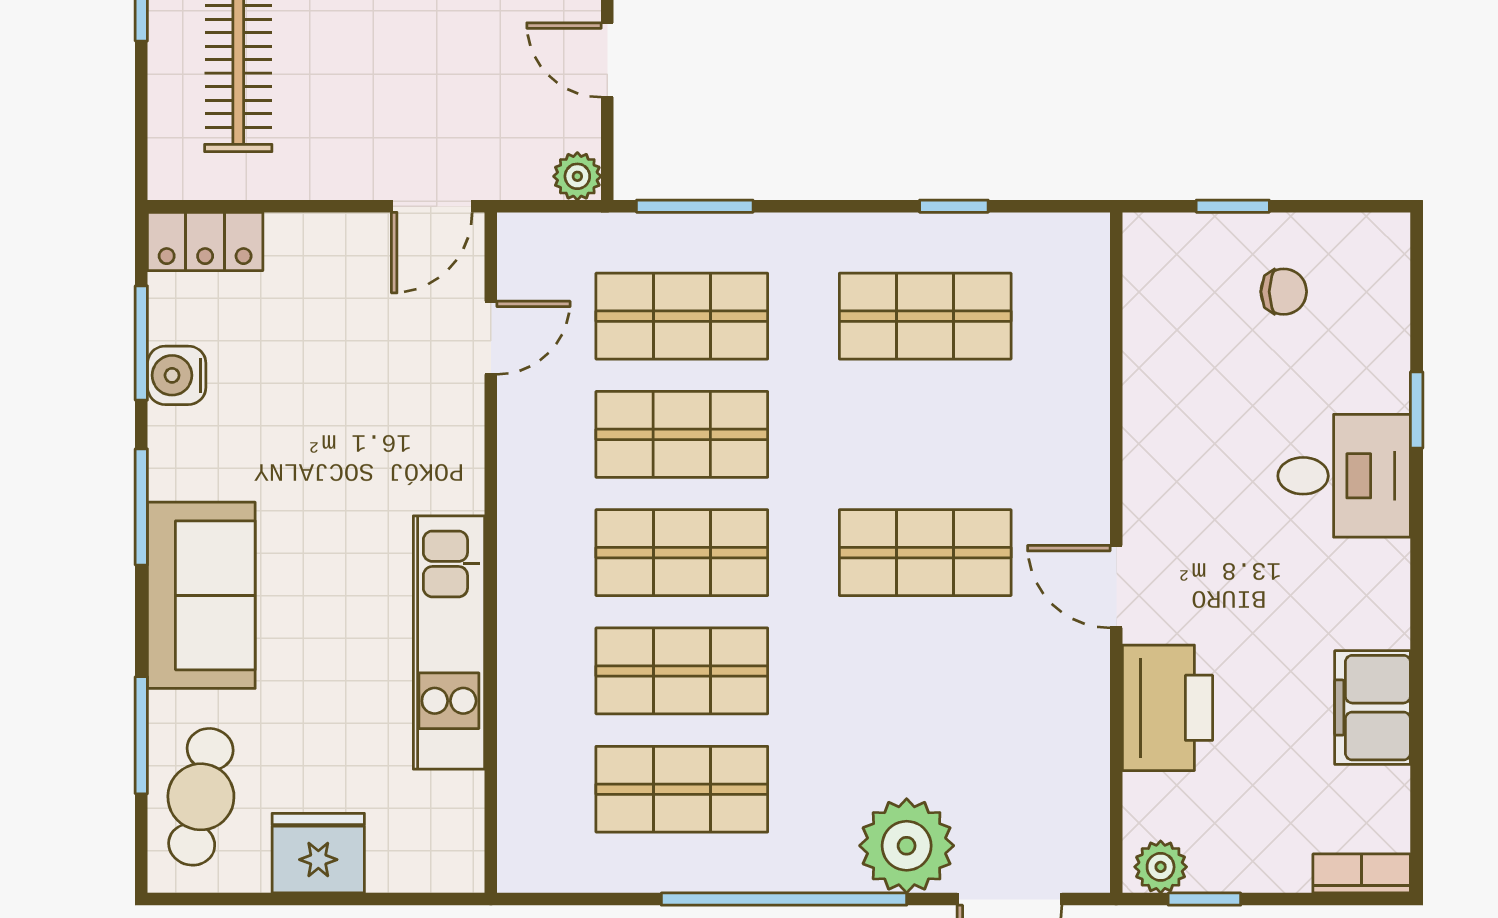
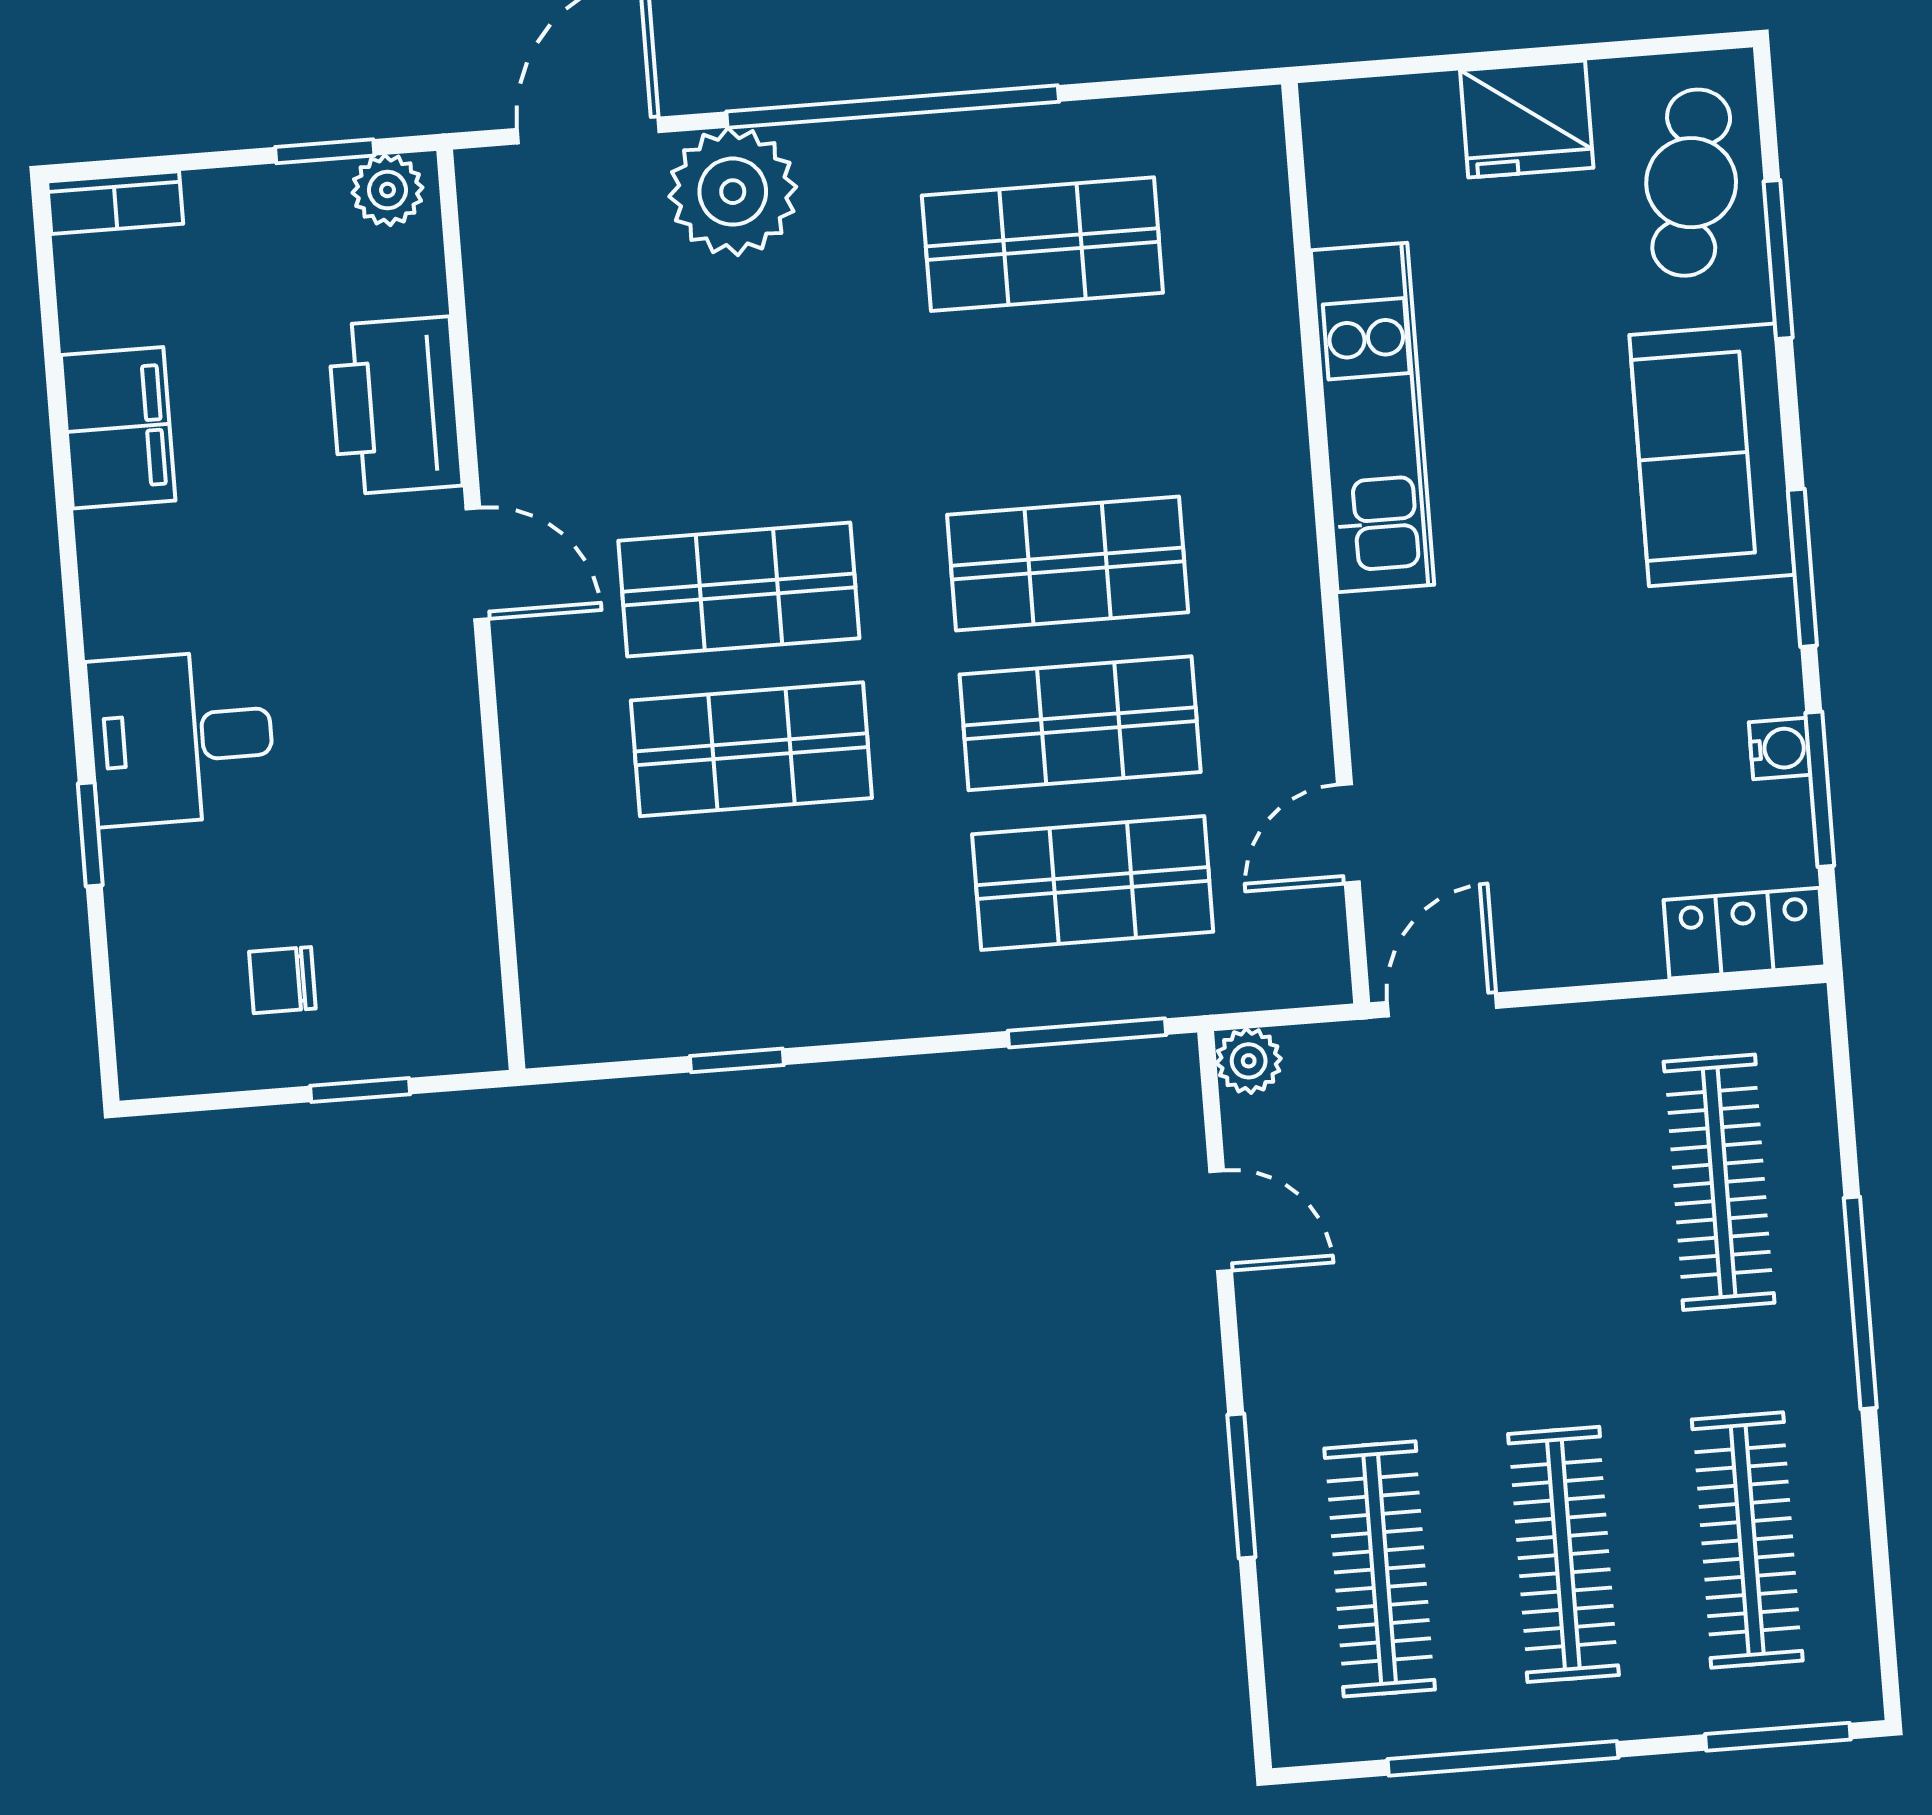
shop shelf: (925, 316) -> (751, 749), moved
water cooler: (177, 375) -> (1780, 749), width x0.72, depth x0.72
shop shelf: (682, 671) -> (1055, 404), removed

